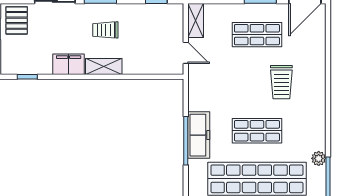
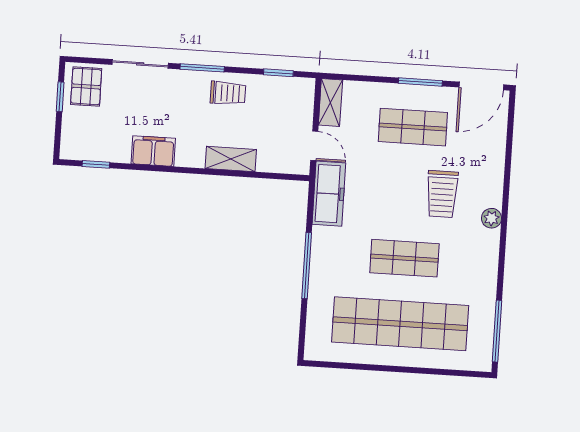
trolley: (105, 30) -> (228, 93), moved, turned 180
shelving: (104, 67) -> (231, 159), moved
freezer: (199, 135) -> (329, 194), moved
plant: (319, 158) -> (491, 218), moved

